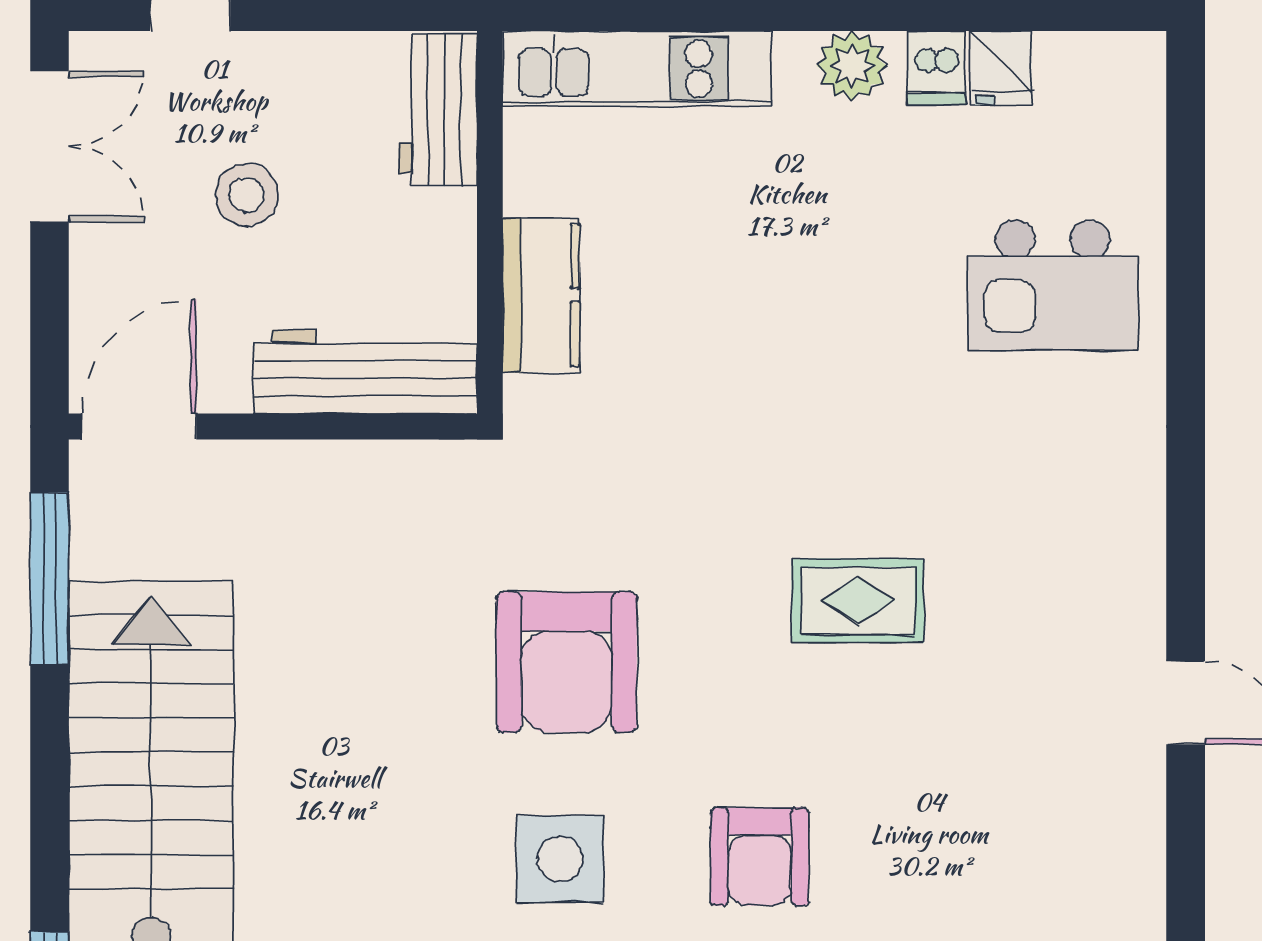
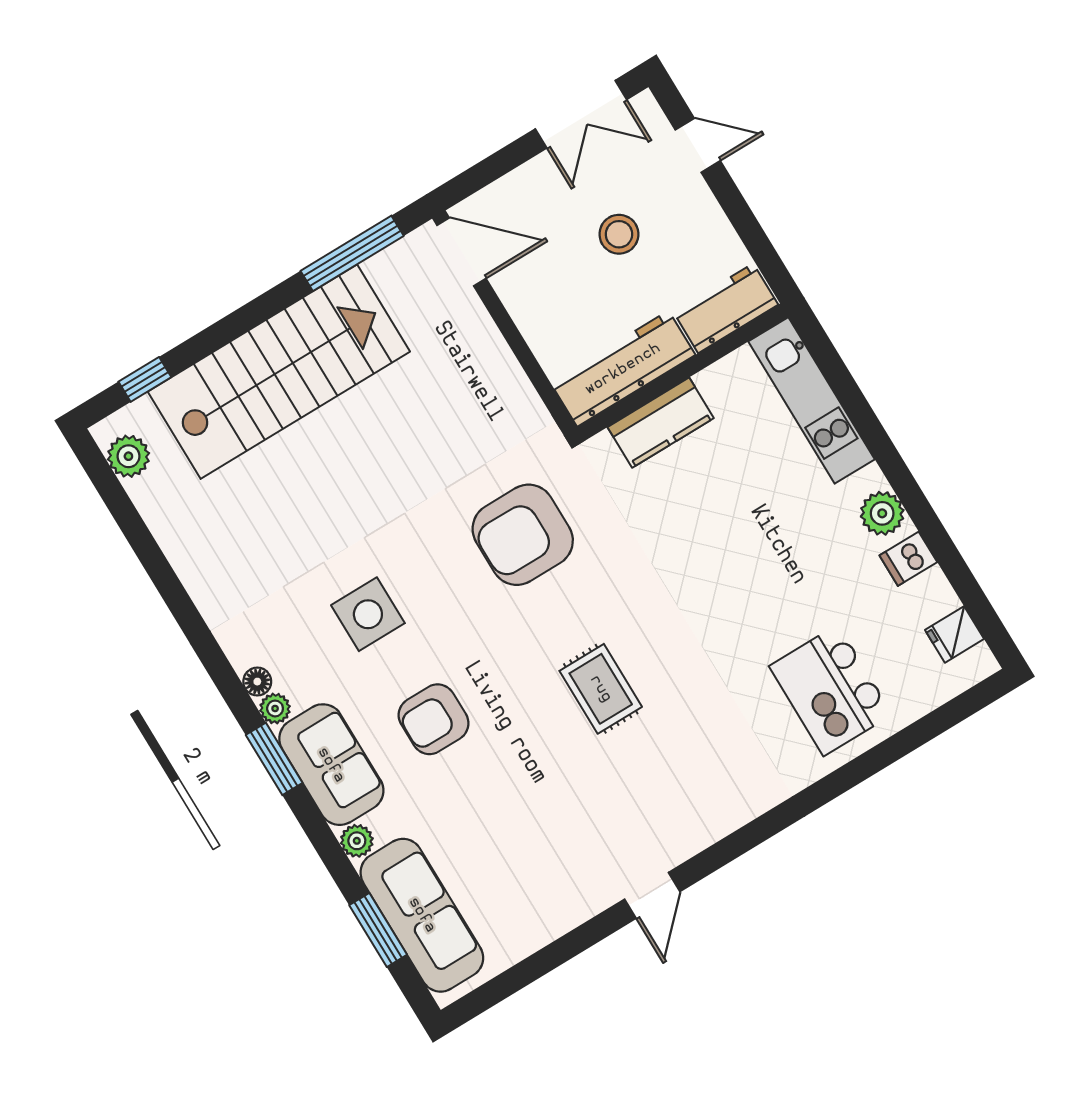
fridge: (1001, 68) -> (955, 634), moved
workbench: (365, 372) -> (623, 369), moved, turned -90
armchair: (566, 662) -> (523, 535), moved

